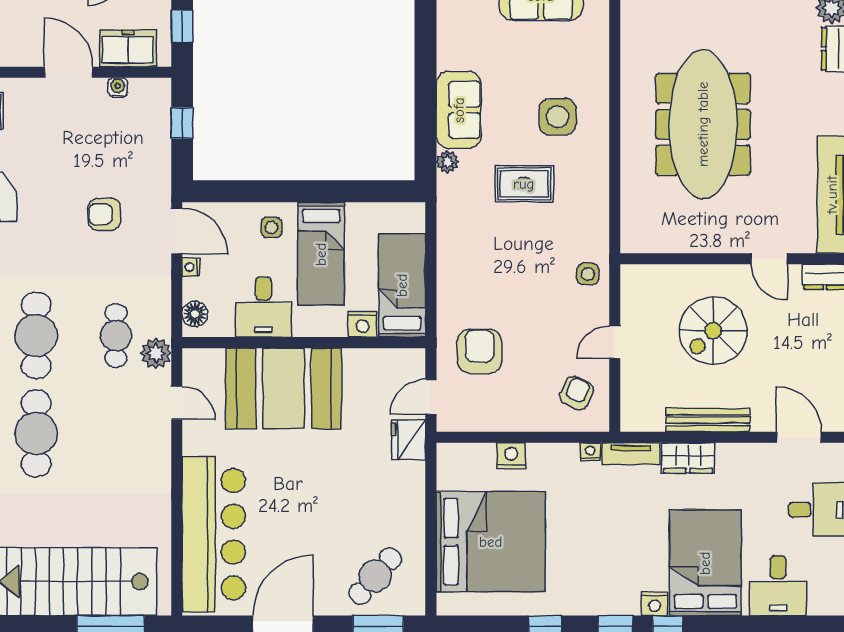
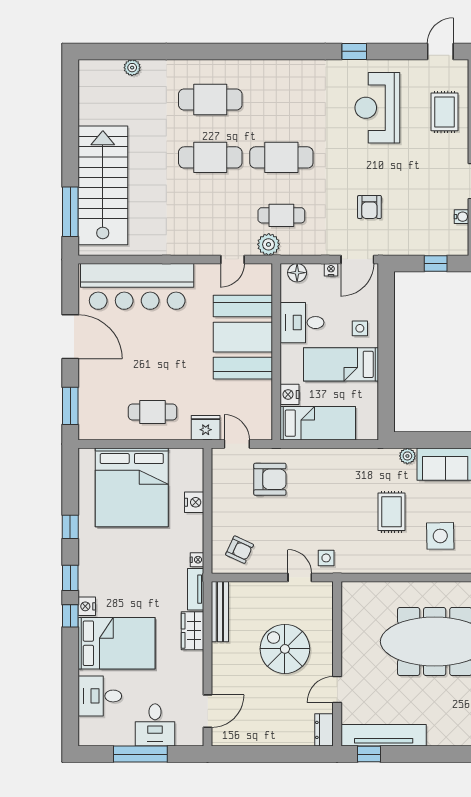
armchair: (104, 214) -> (369, 207), turned 180
door: (615, 342) -> (300, 577), moved
bench: (708, 420) -> (220, 612), moved
cafe table: (375, 576) -> (153, 412), moved, turned -41

